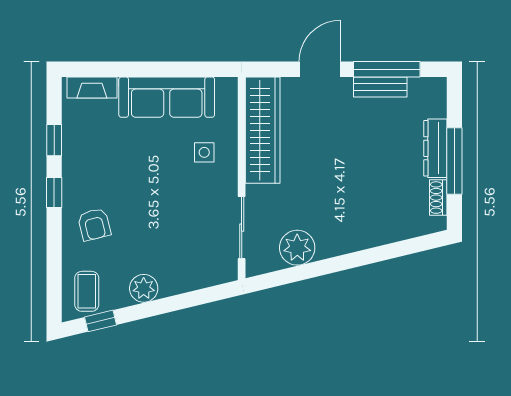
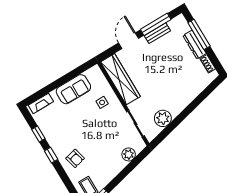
sofa: (167, 97) -> (73, 89), width x0.73
window: (454, 161) -> (199, 34), moved
plant: (144, 288) -> (129, 154), moved

